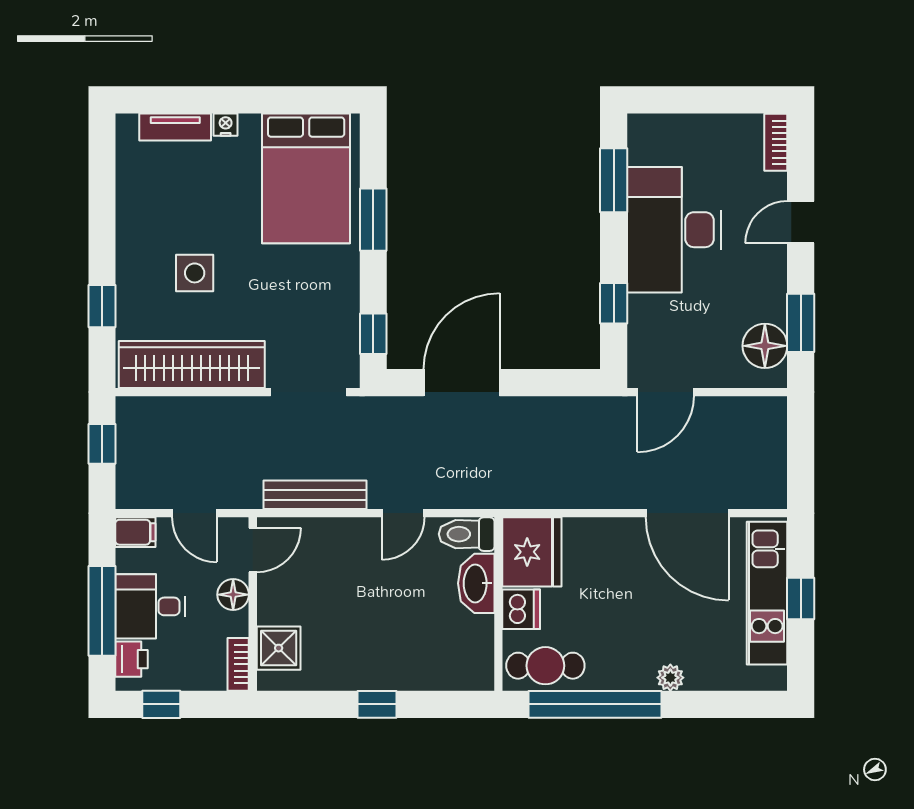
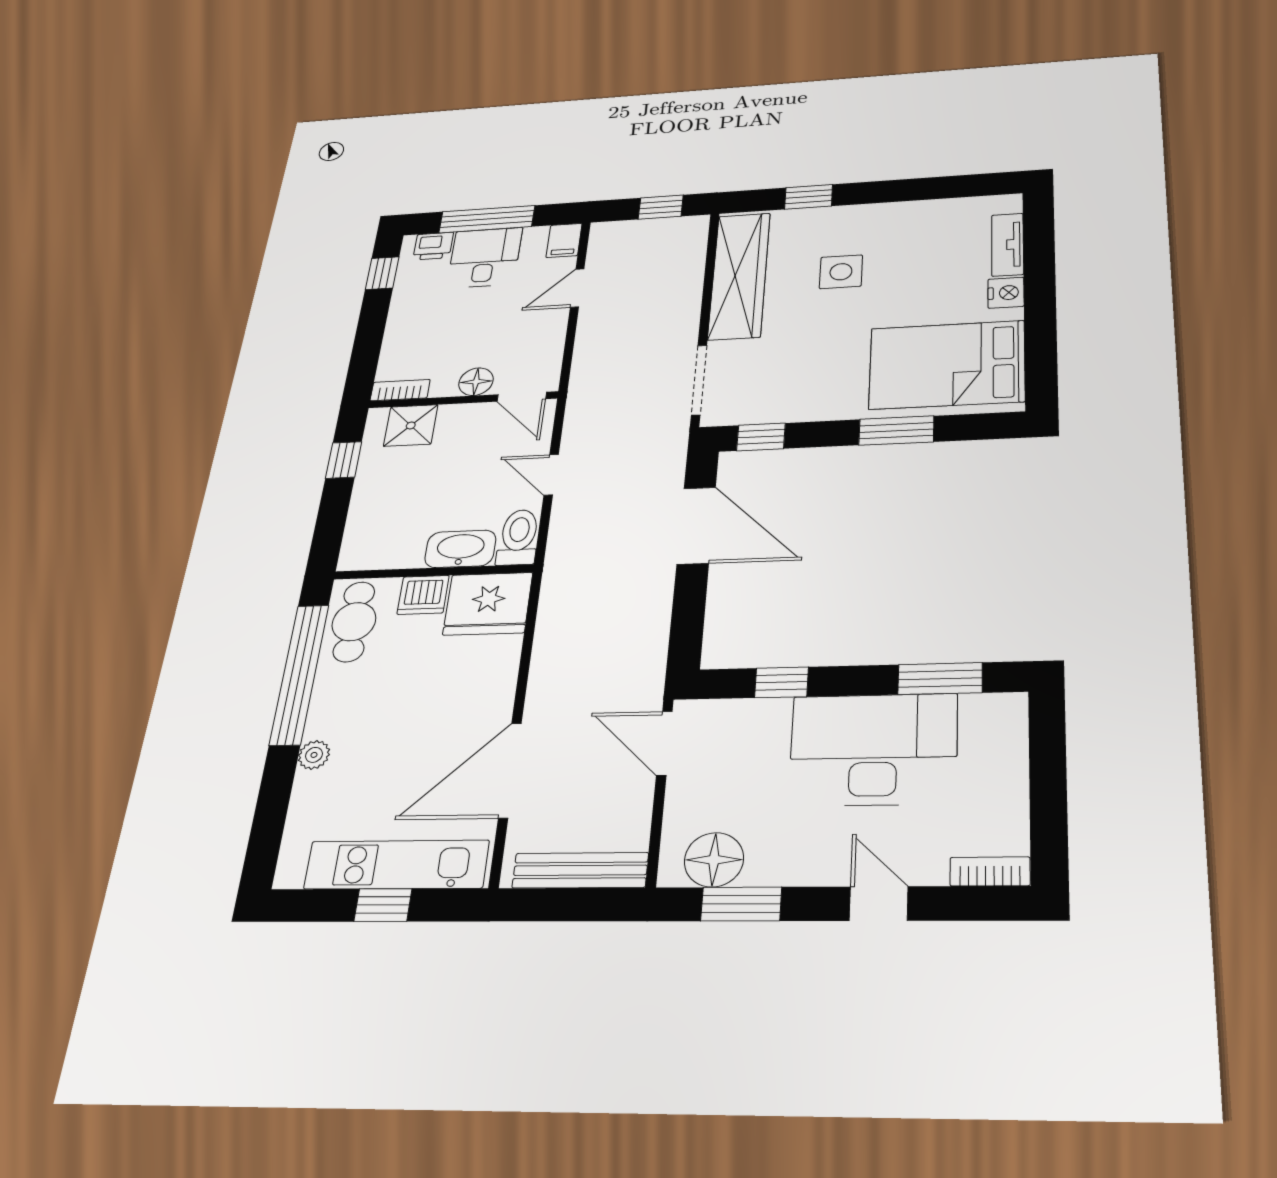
nightstand: (226, 125) -> (1006, 293), width x1.39, depth x1.35
bench: (315, 495) -> (580, 870), moved, turned 90
door: (253, 550) -> (522, 397), moved
floor lamp: (233, 595) -> (476, 382), moved
wall: (253, 604) -> (463, 400), moved
shower: (279, 648) -> (411, 425), moved
bookcase: (238, 664) -> (400, 390), moved

